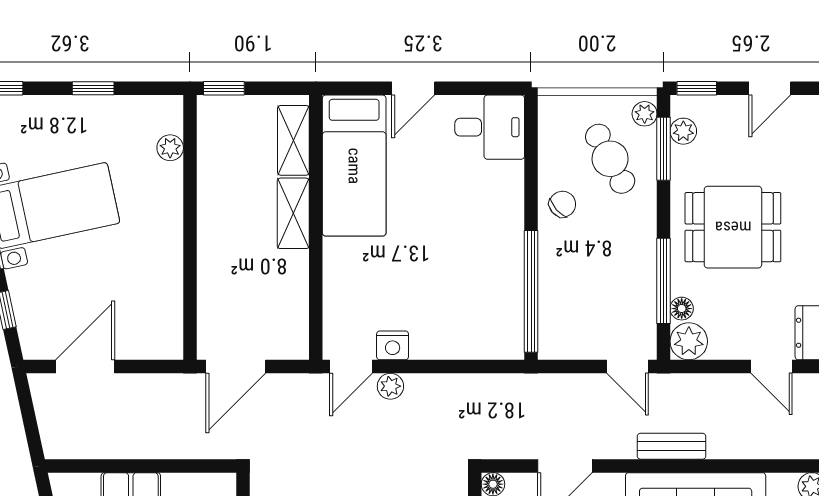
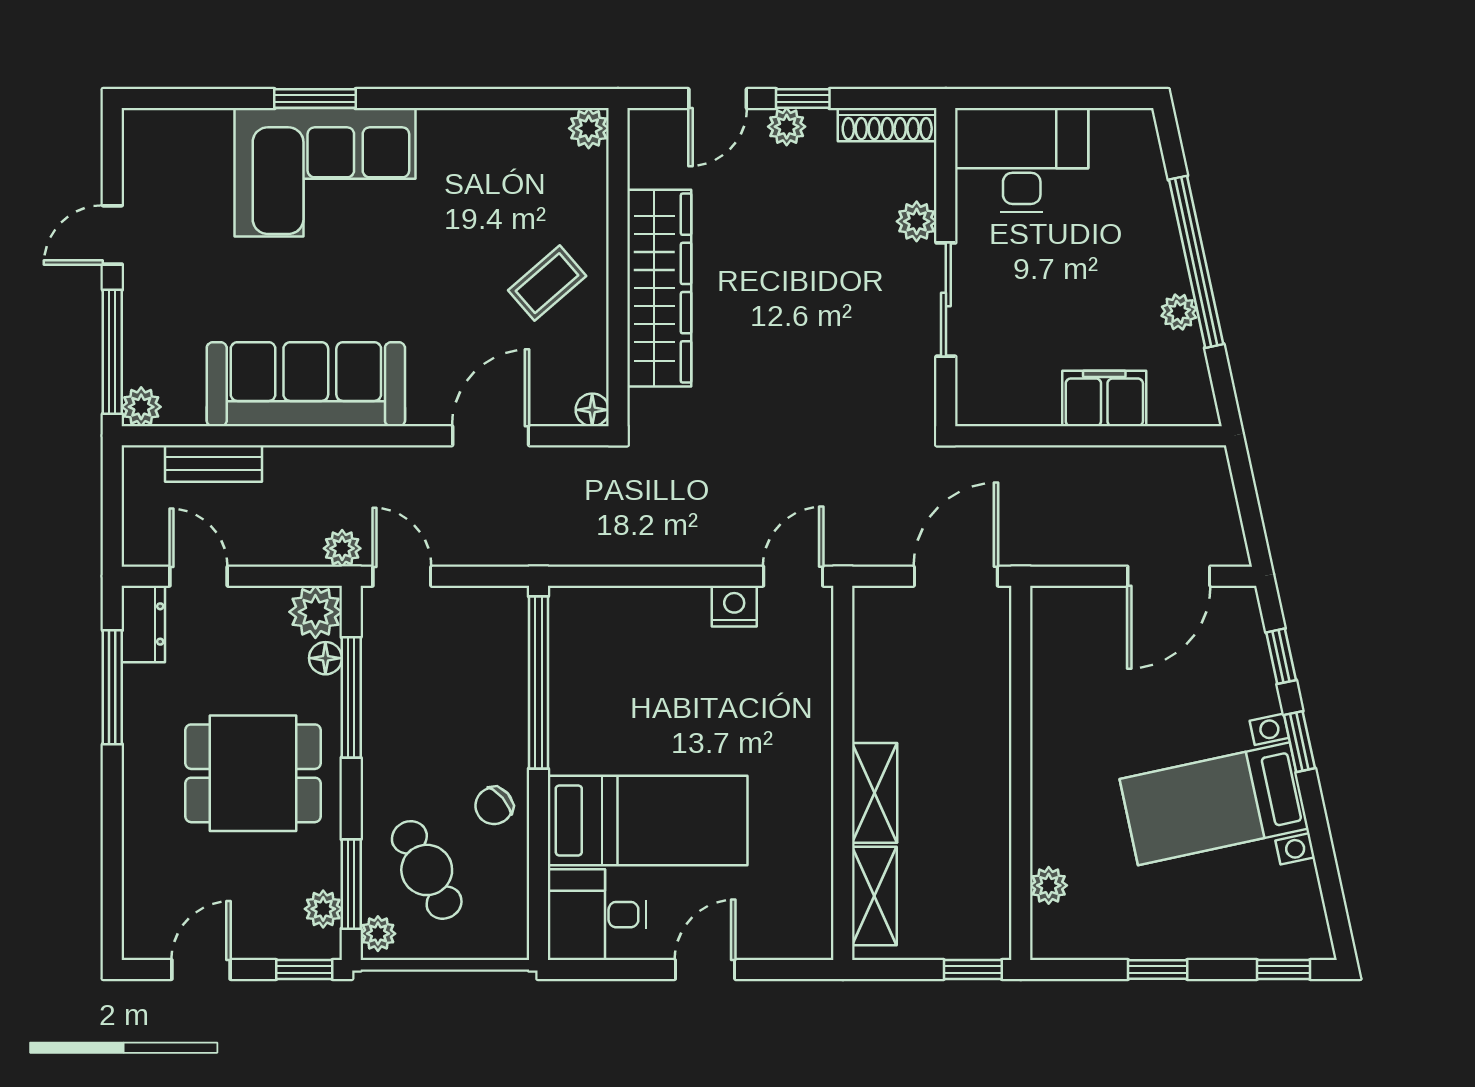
bed: (354, 166) -> (648, 820), moved, turned 90
plant: (390, 386) -> (342, 548), moved
bench: (671, 446) -> (213, 464), moved

